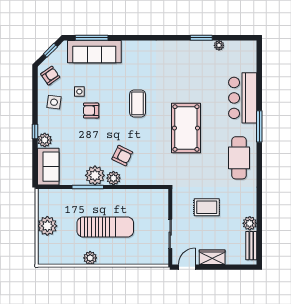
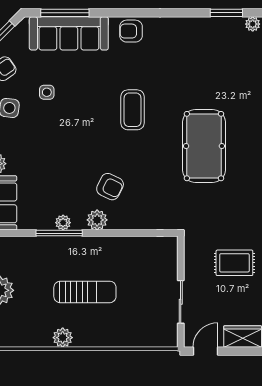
armchair: (91, 111) -> (131, 31), moved
plant: (95, 175) -> (63, 223), width x0.53, depth x0.53
sun lounger: (105, 227) -> (85, 292), width x0.73, depth x0.75

